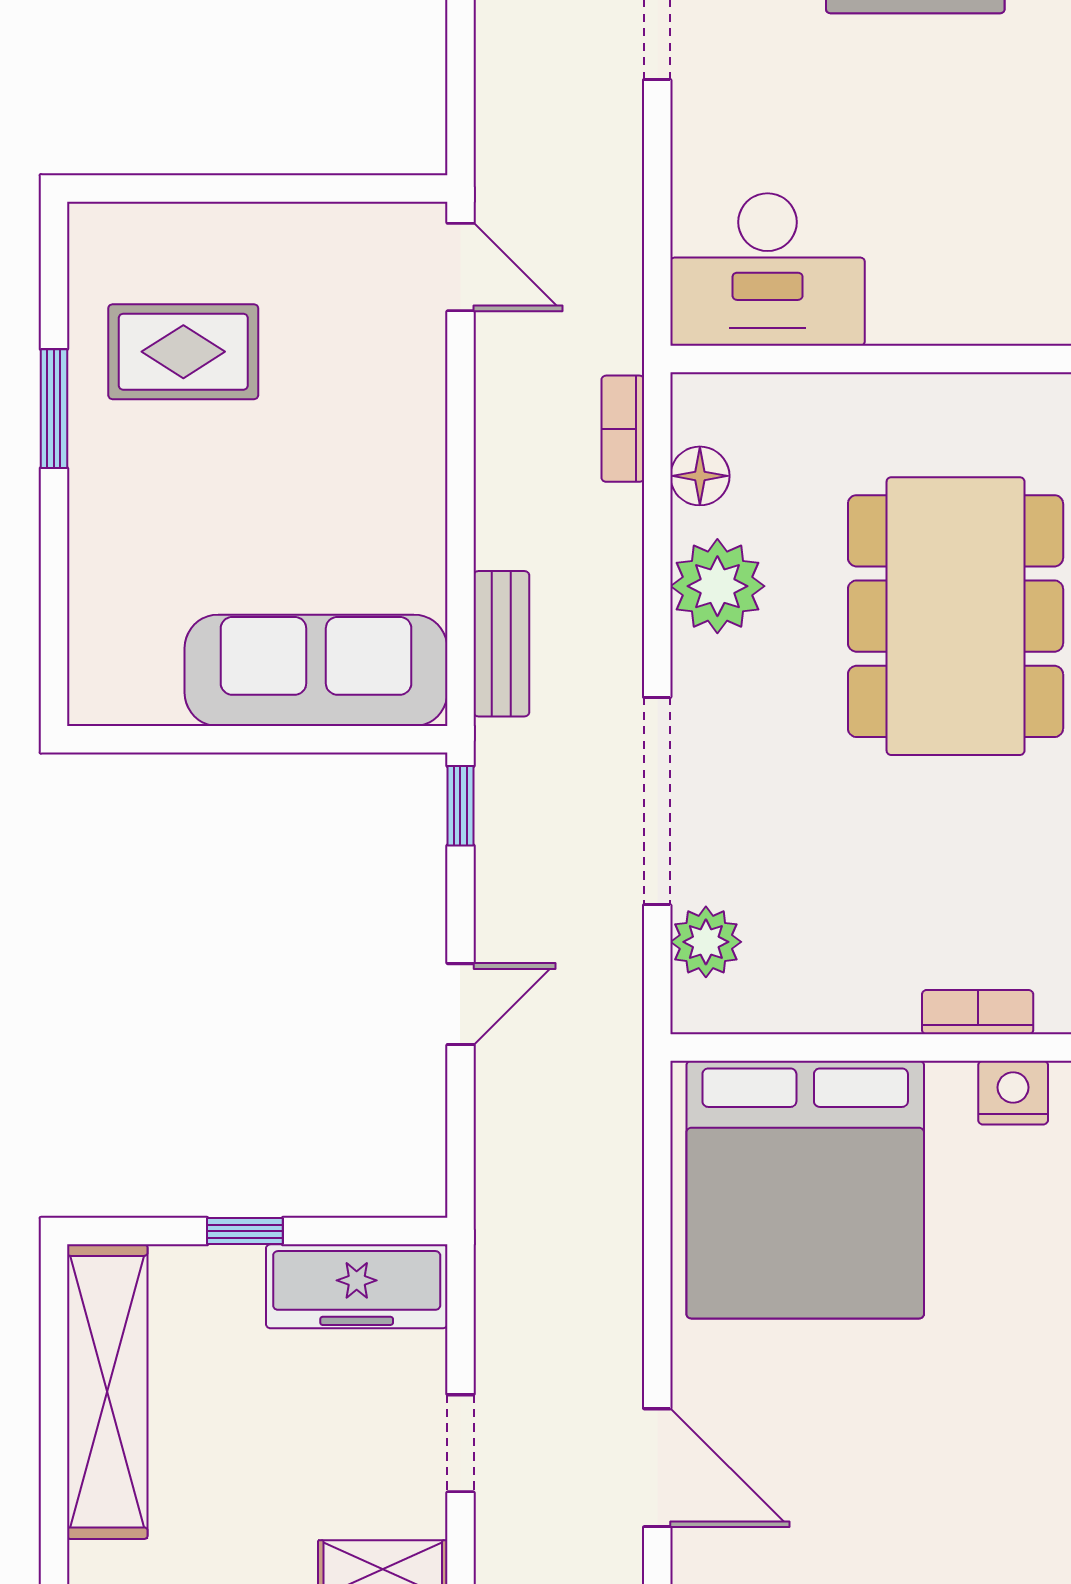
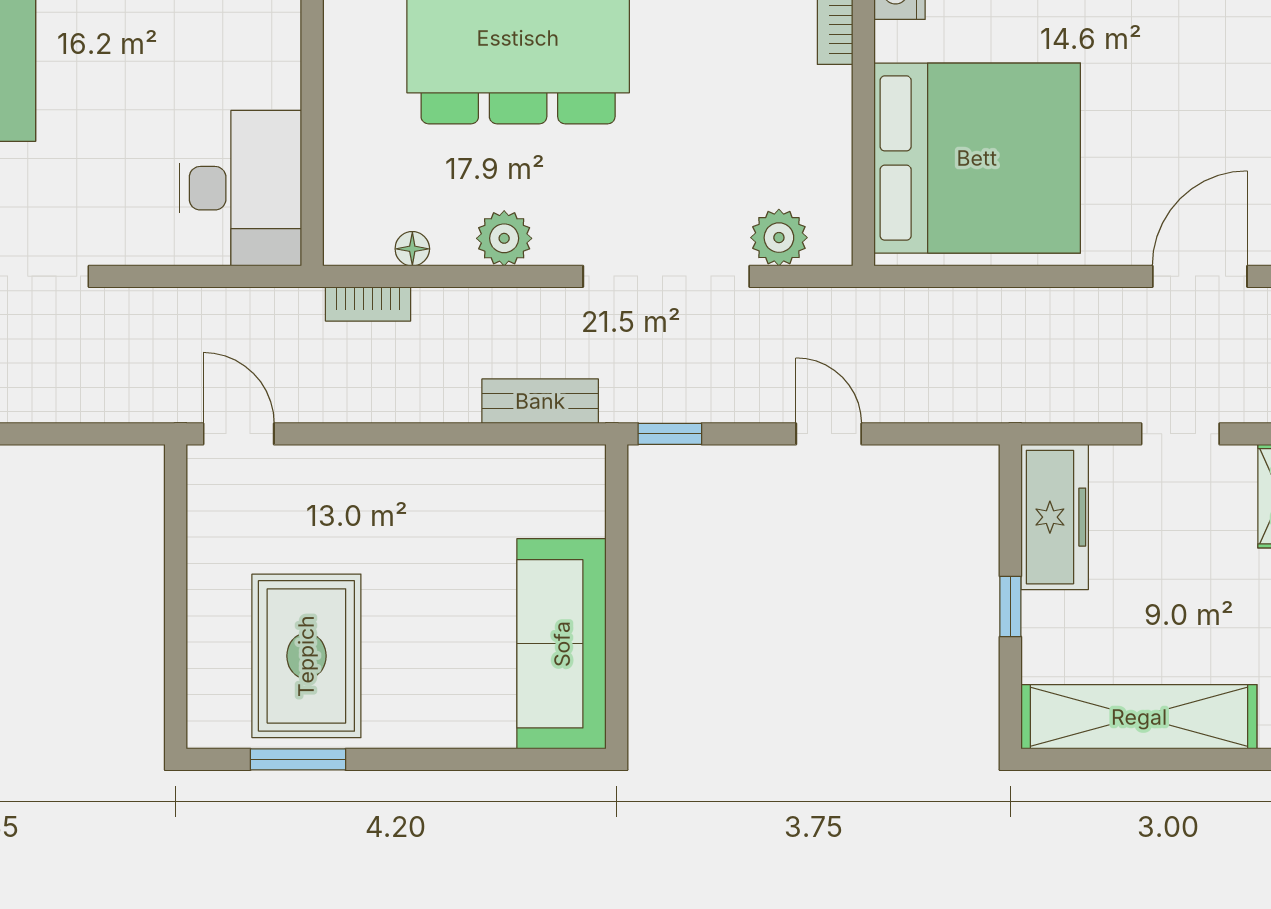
door: (460, 267) -> (239, 434), hinge flipped
rug: (183, 352) -> (306, 656), width x1.36, depth x1.43
window: (54, 409) -> (298, 759), moved
floor lamp: (700, 476) -> (412, 249), width x0.73, depth x0.73
plant: (717, 586) -> (504, 238), width x0.73, depth x0.73
sofa: (316, 670) -> (562, 644), moved

